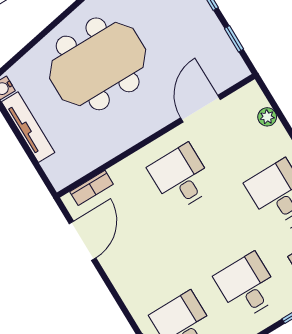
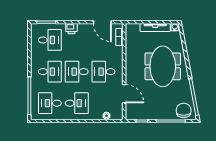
desk: (181, 177) -> (104, 72), turned 180
desk: (214, 232) -> (77, 72), added
printer: (134, 295) -> (71, 29), added

